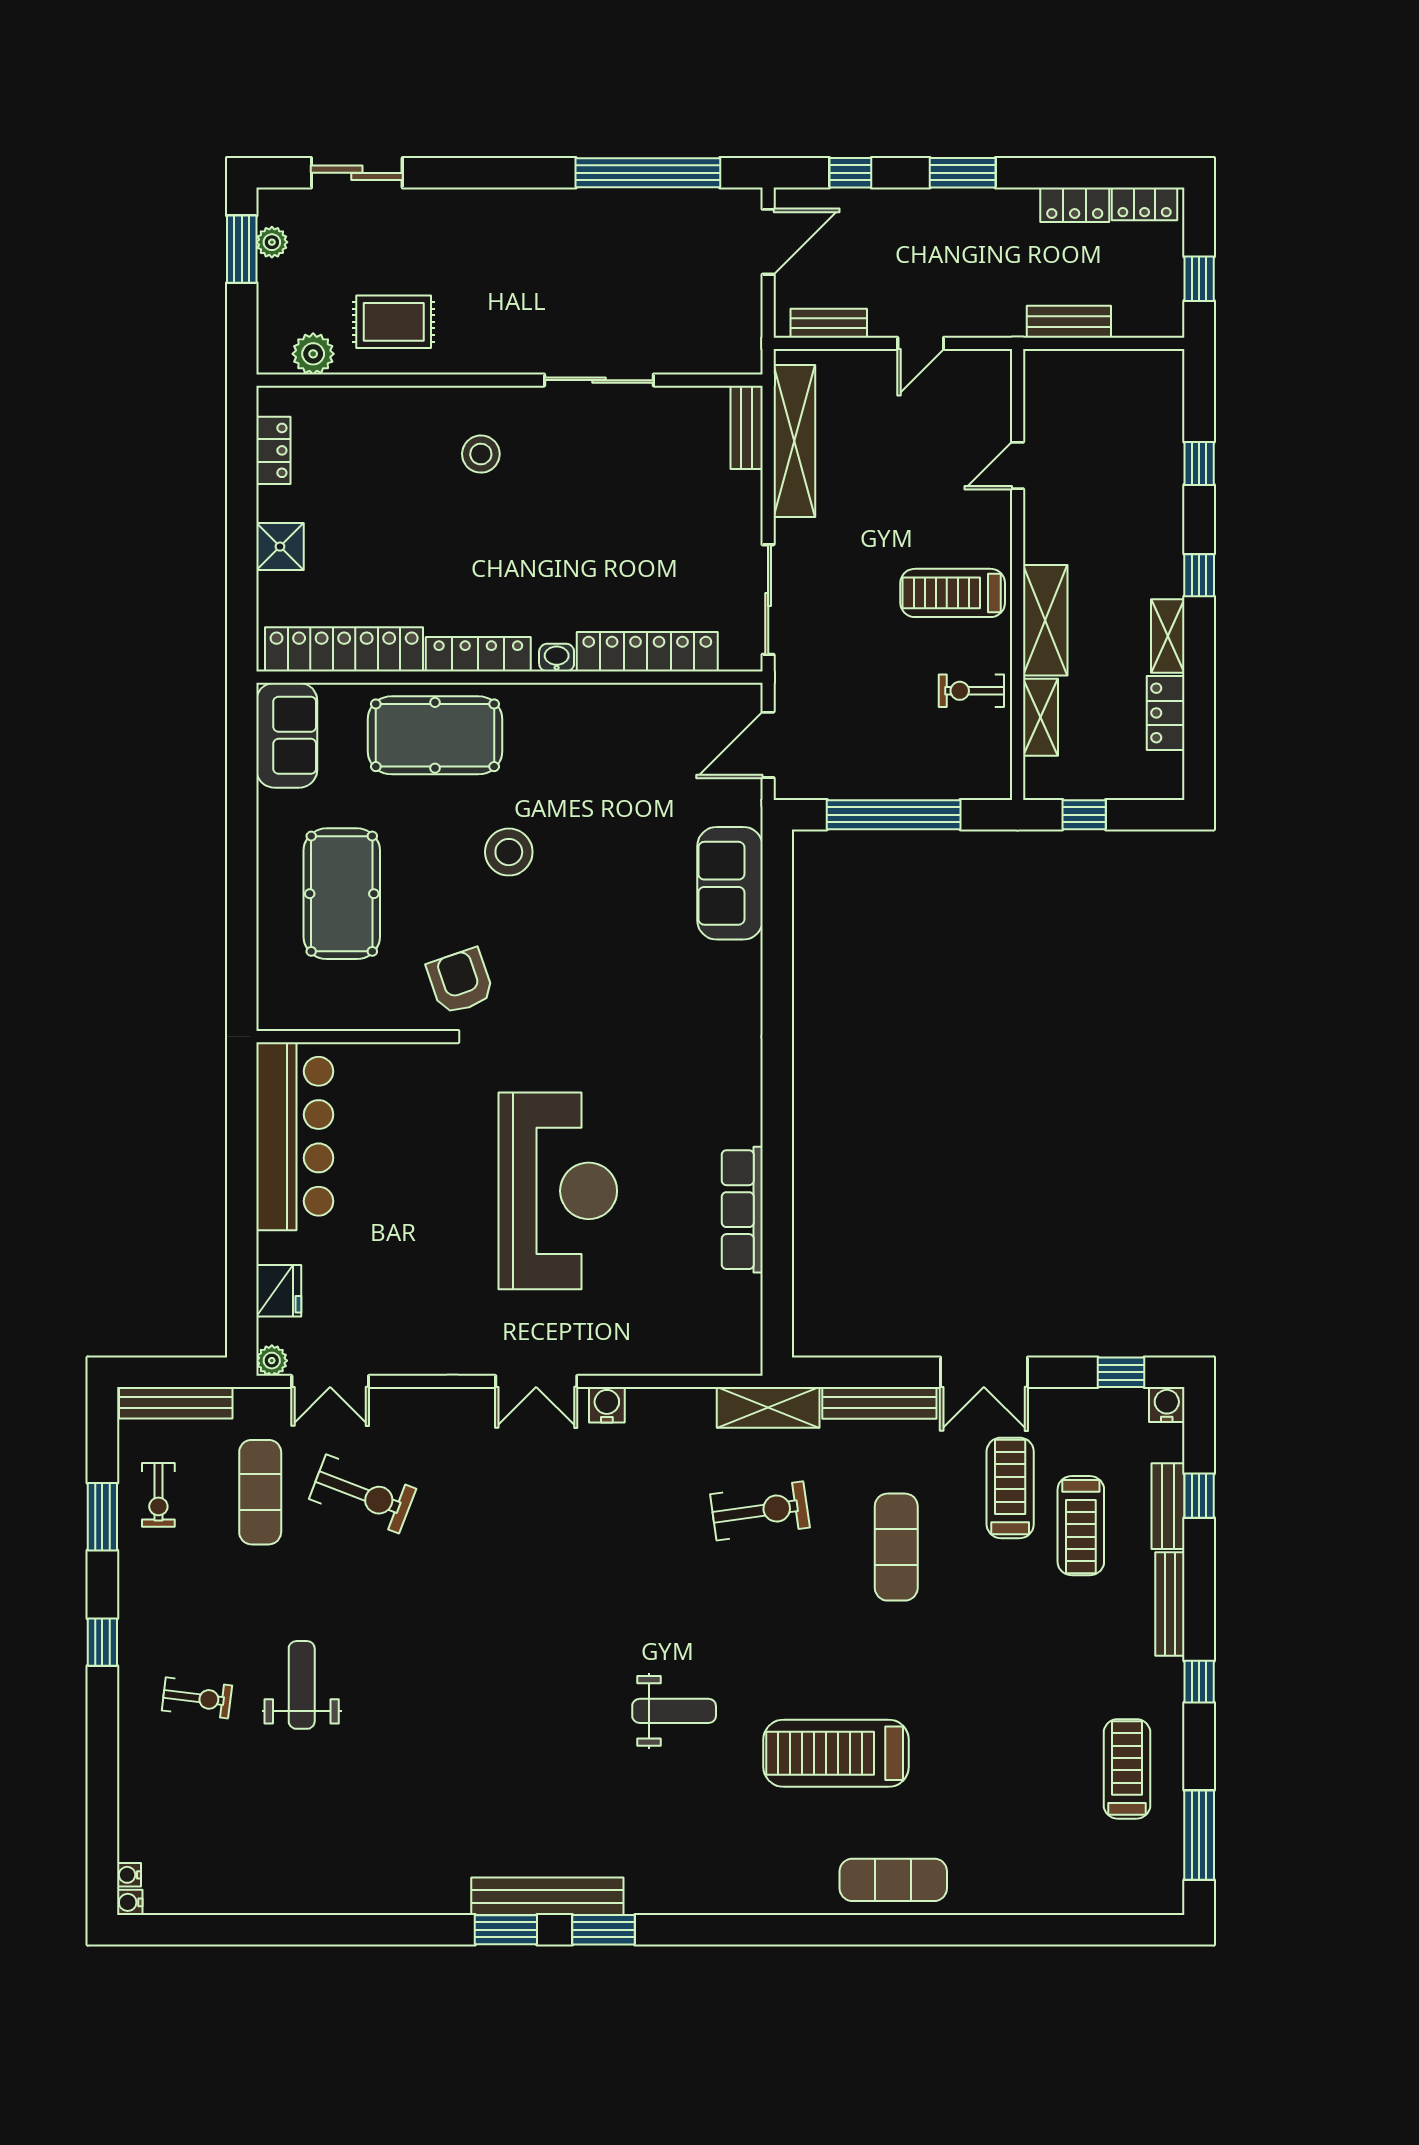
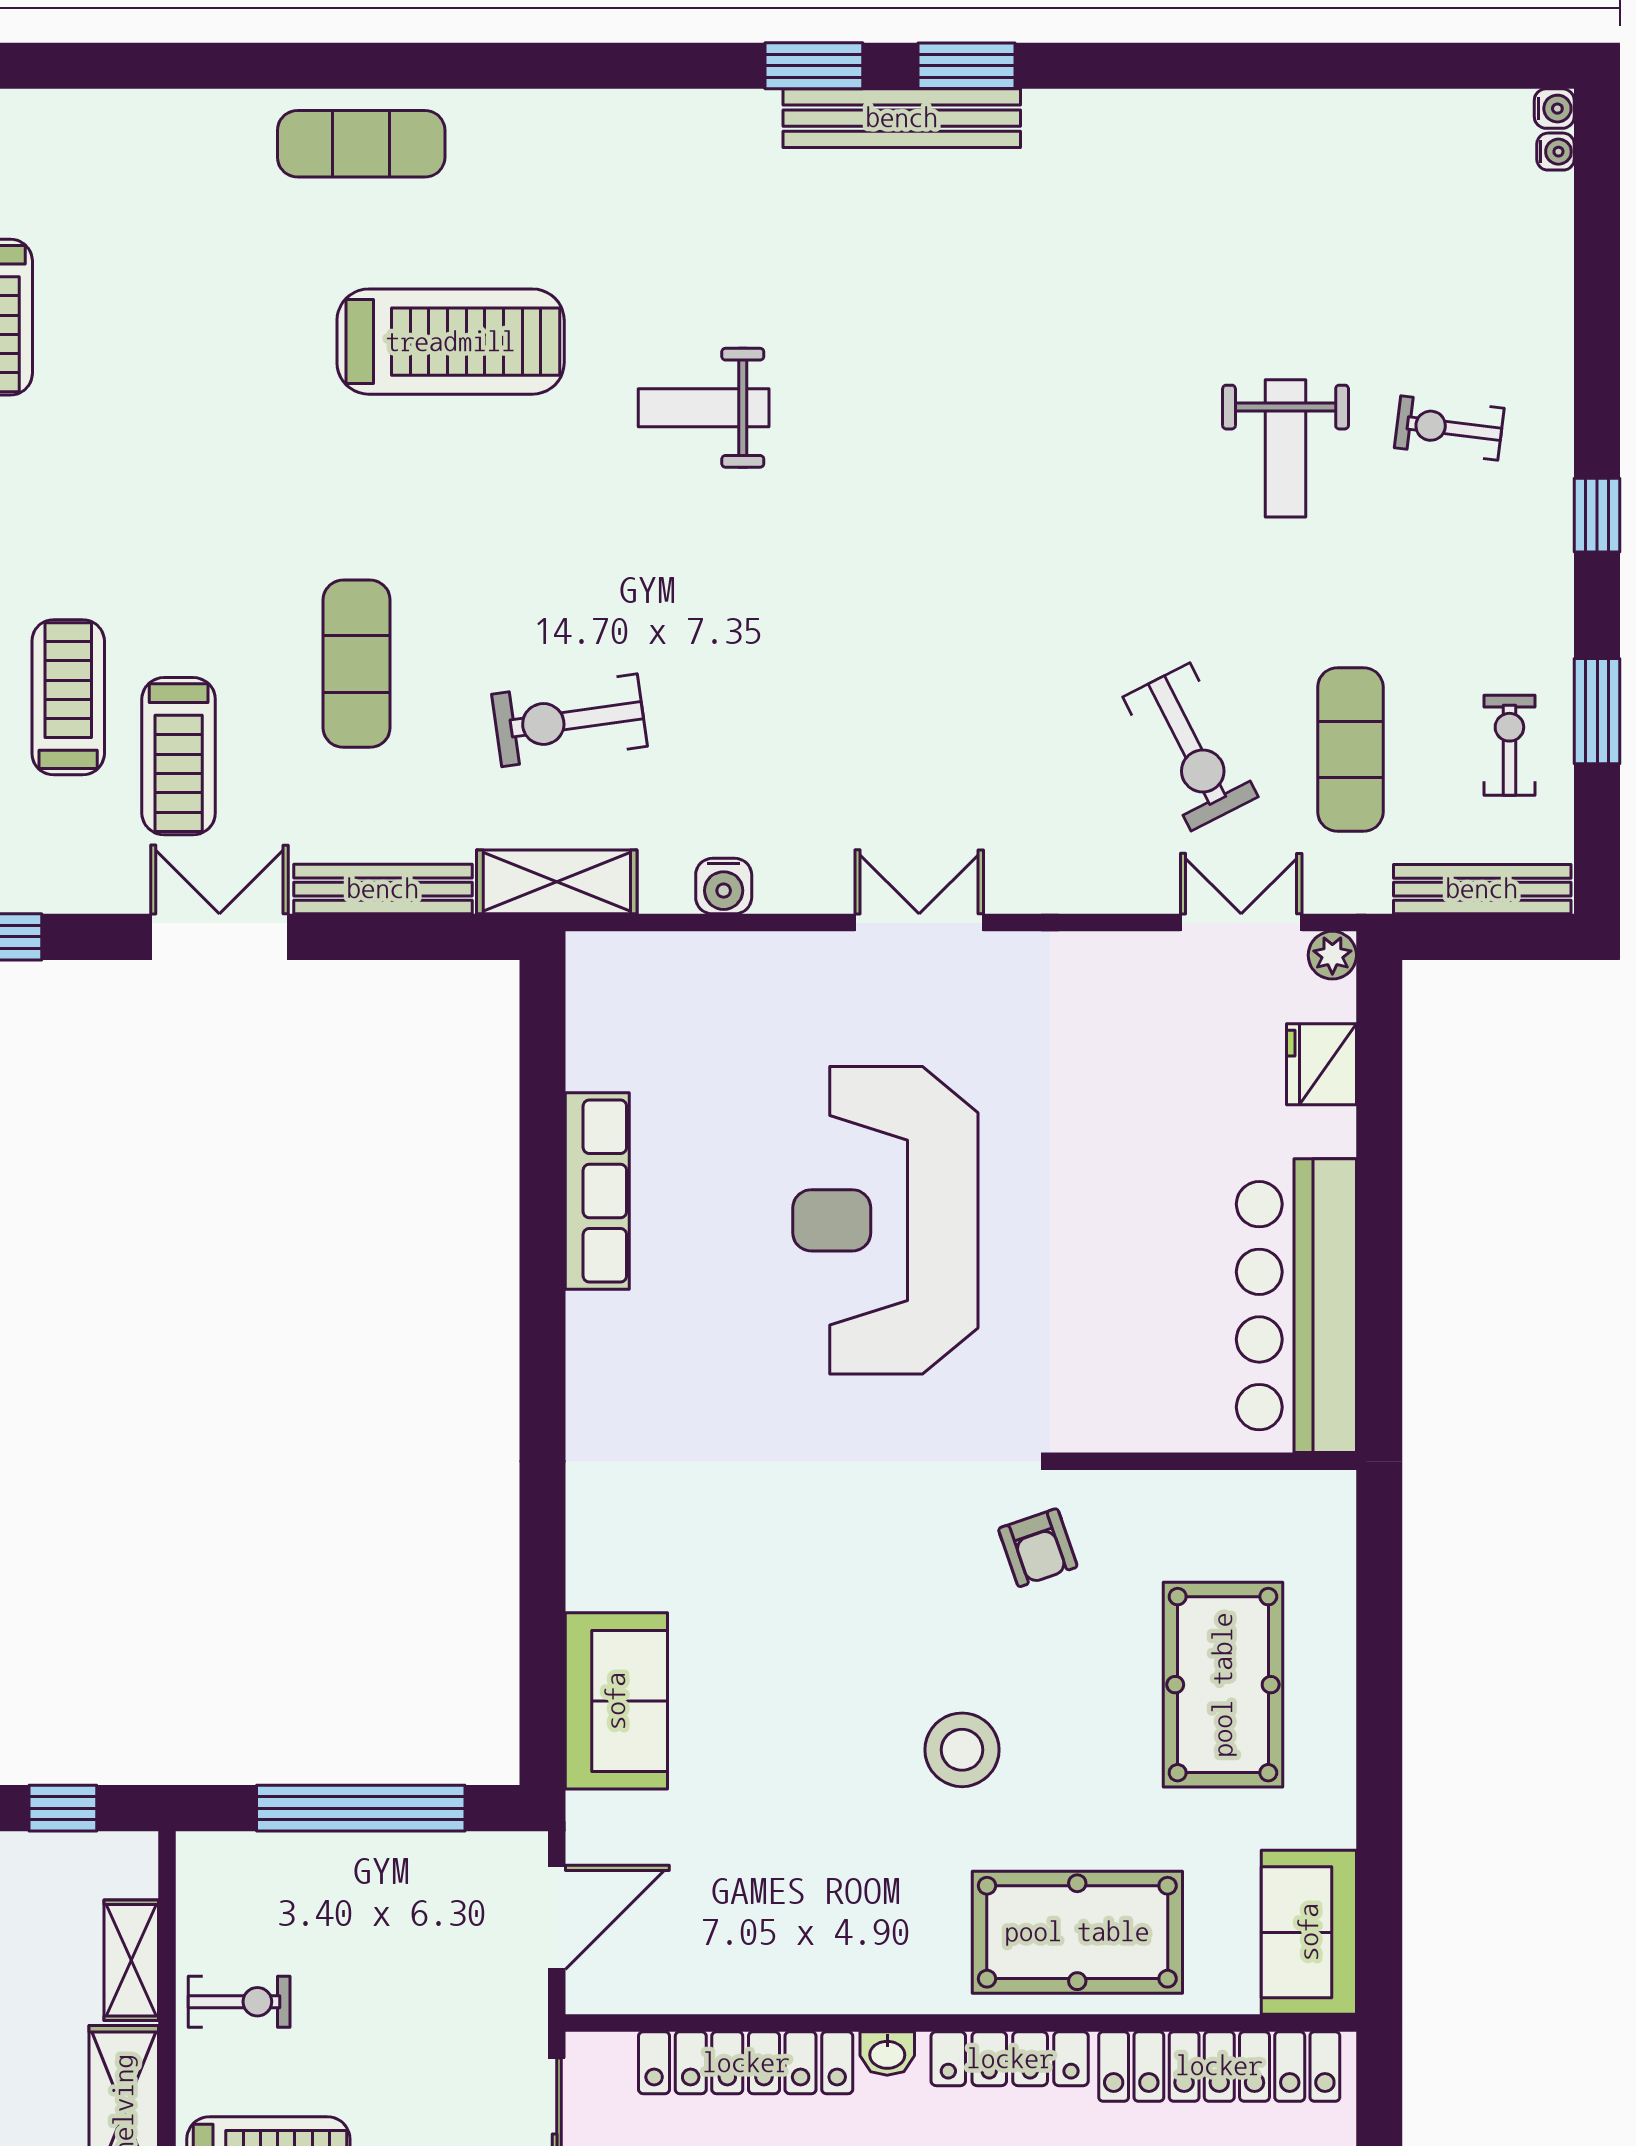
armchair: (460, 981) -> (1038, 1548), width x0.72, depth x0.72
water cooler: (607, 1405) -> (724, 886), moved
exercise bike: (363, 1494) -> (1190, 747), turned -138

